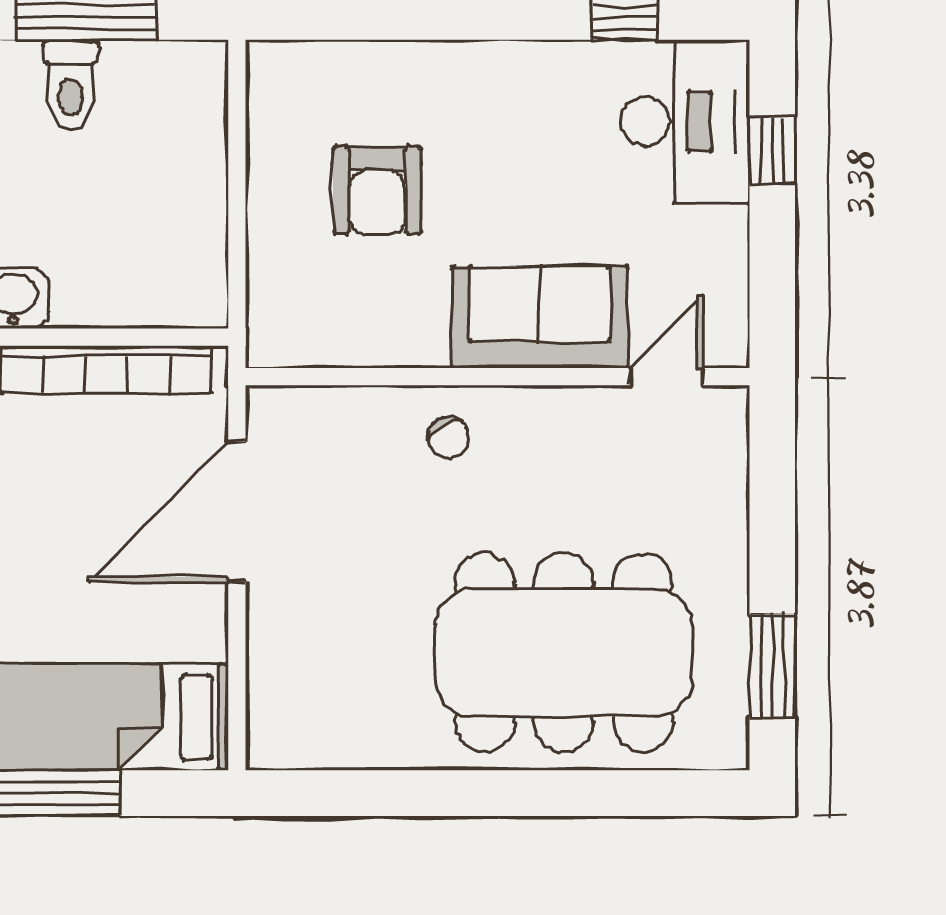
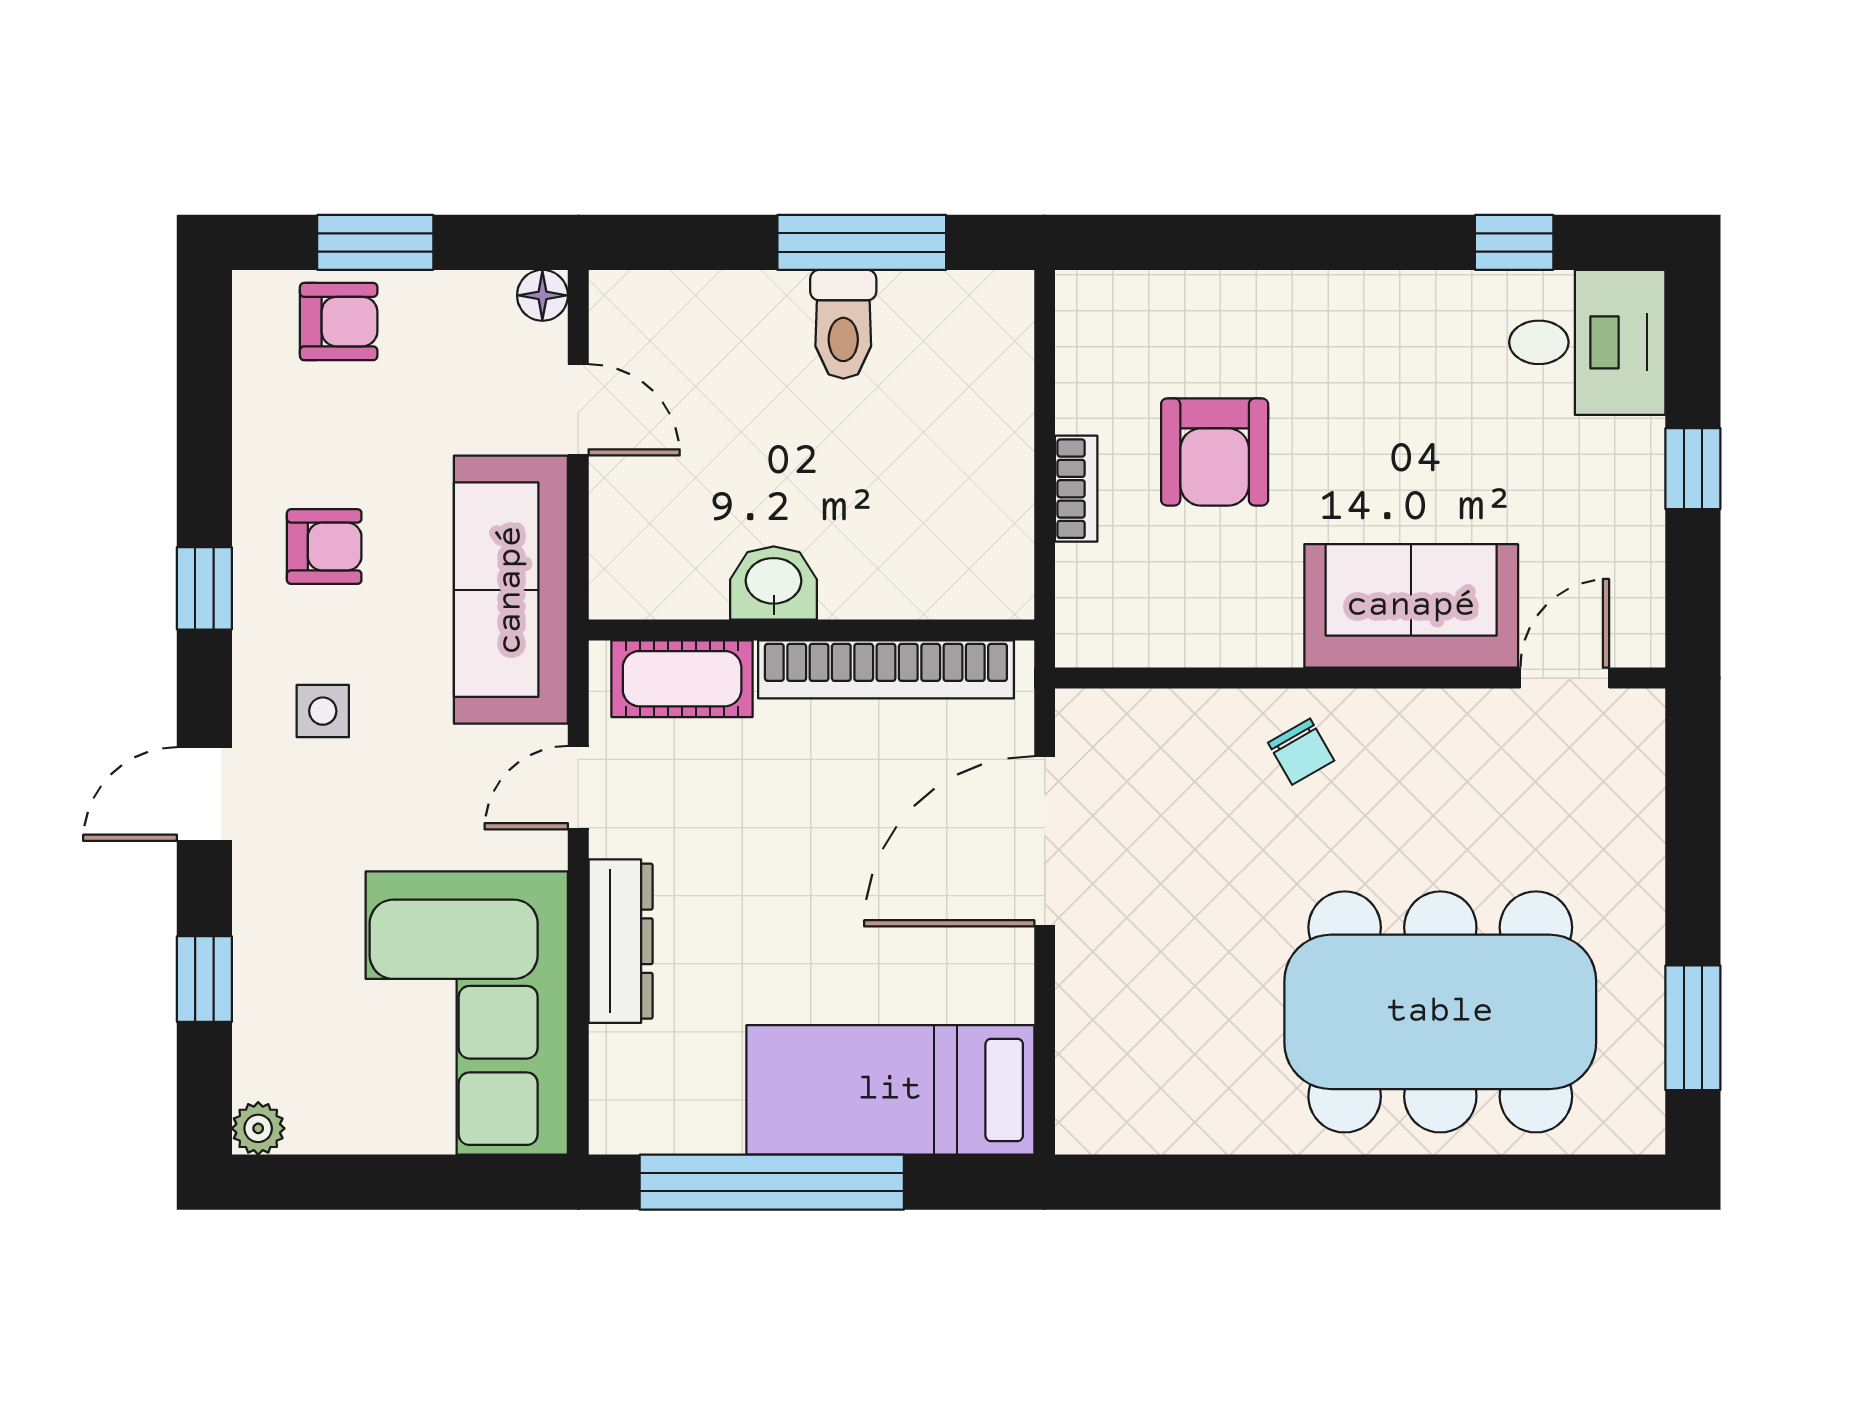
desk: (685, 122) -> (1587, 342), width x0.73
window: (772, 150) -> (1693, 469), moved
bookcase: (263, 220) -> (1076, 489), added

